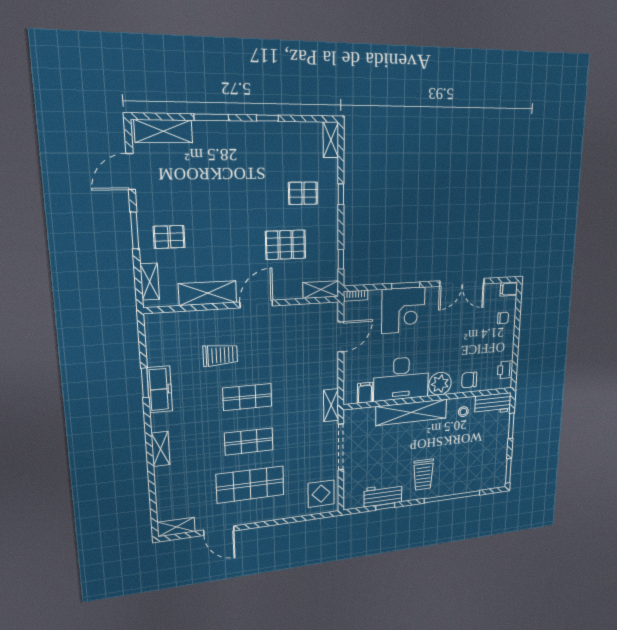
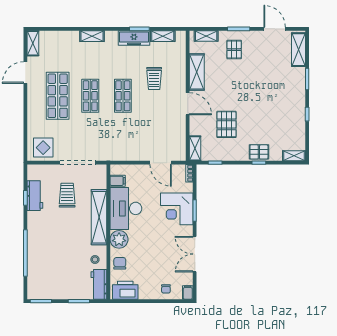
pallet: (303, 193) -> (259, 152), moved, turned 90
printer: (505, 370) -> (125, 290), width x1.87, depth x1.48
shelving: (331, 405) -> (163, 36), moved
trolley: (423, 475) -> (67, 195), moved, turned 90

